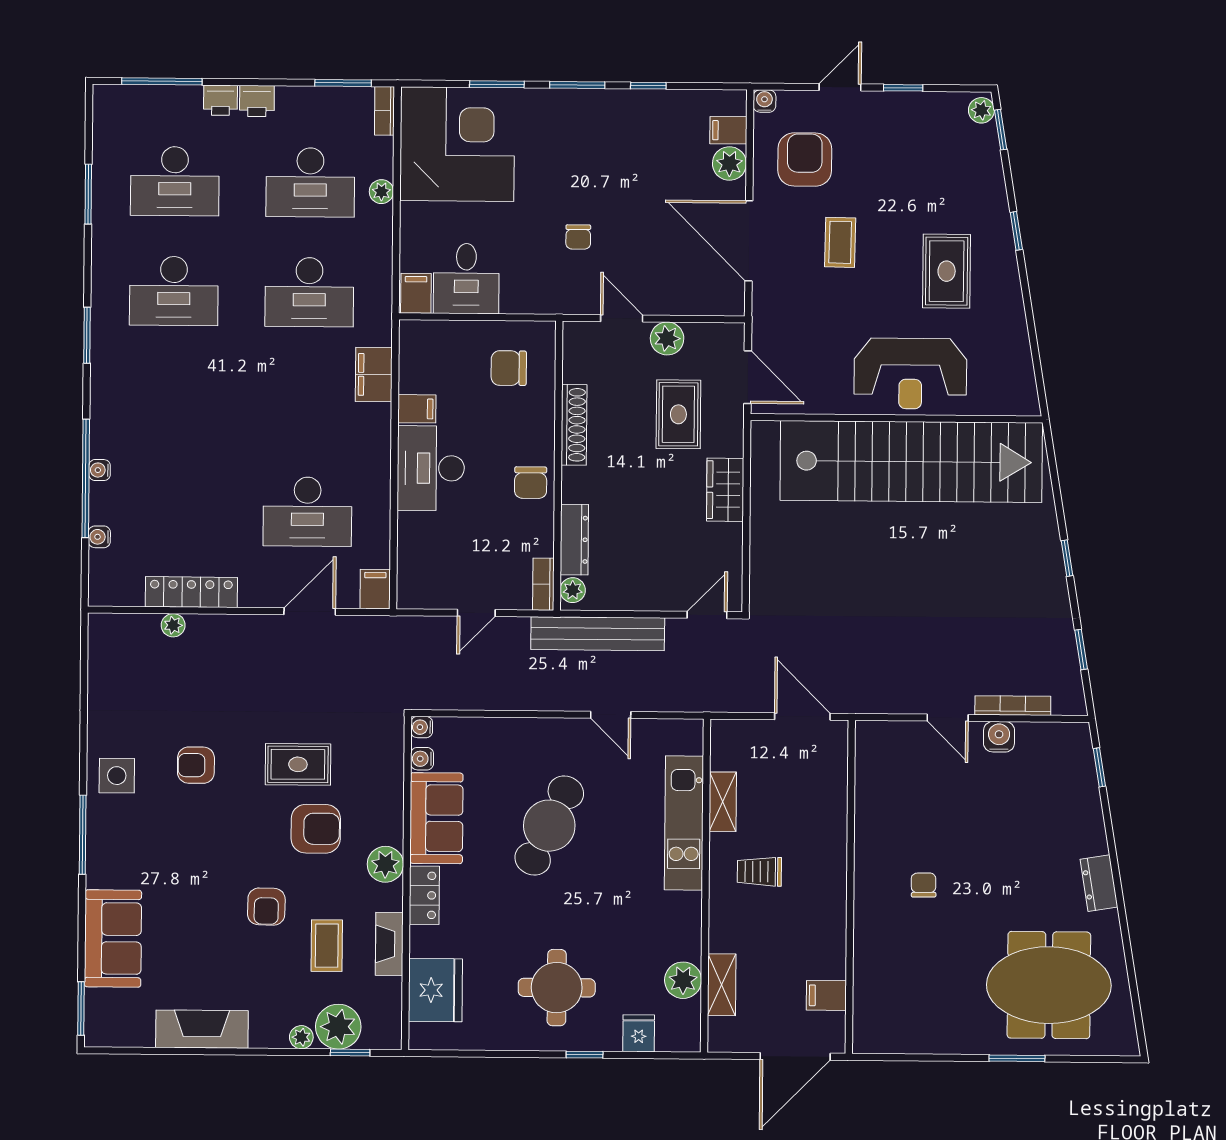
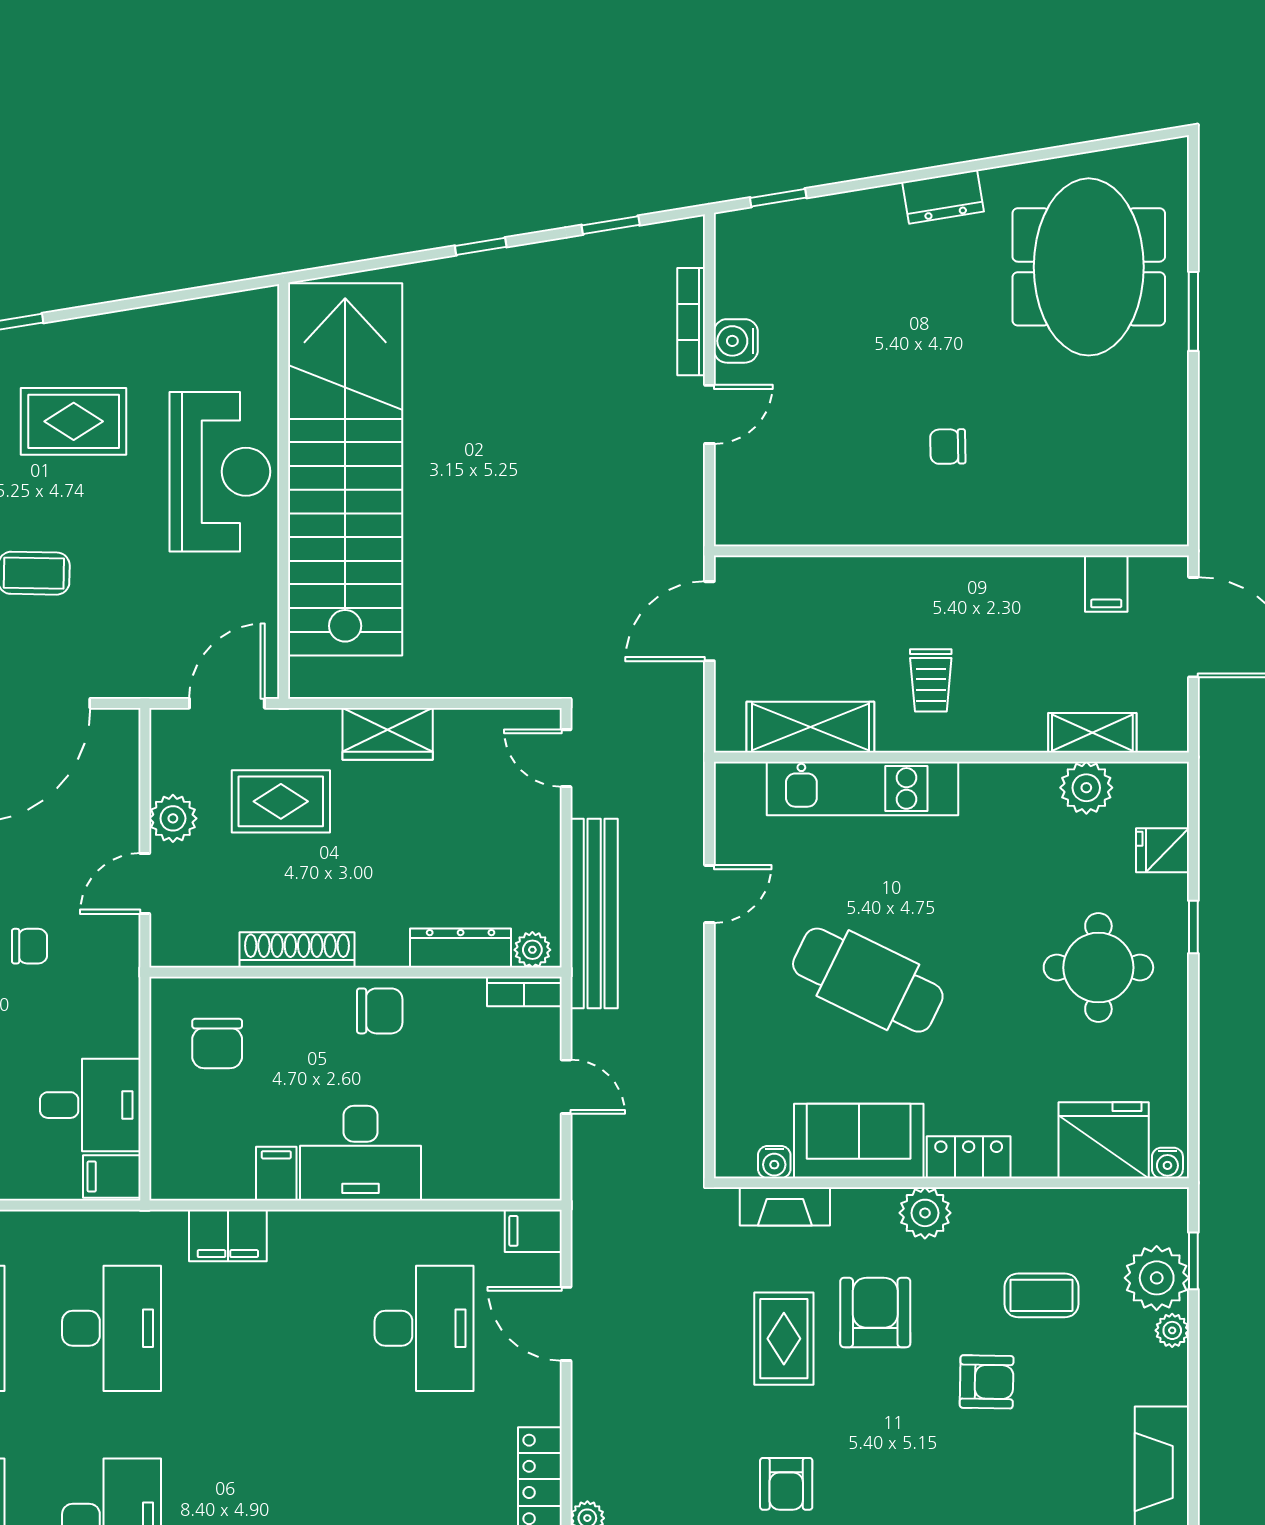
water cooler: (422, 727) -> (1167, 1163), moved
shelving: (723, 802) -> (810, 727), width x1.50, depth x1.33
fireplace: (389, 944) -> (785, 1206), moved

